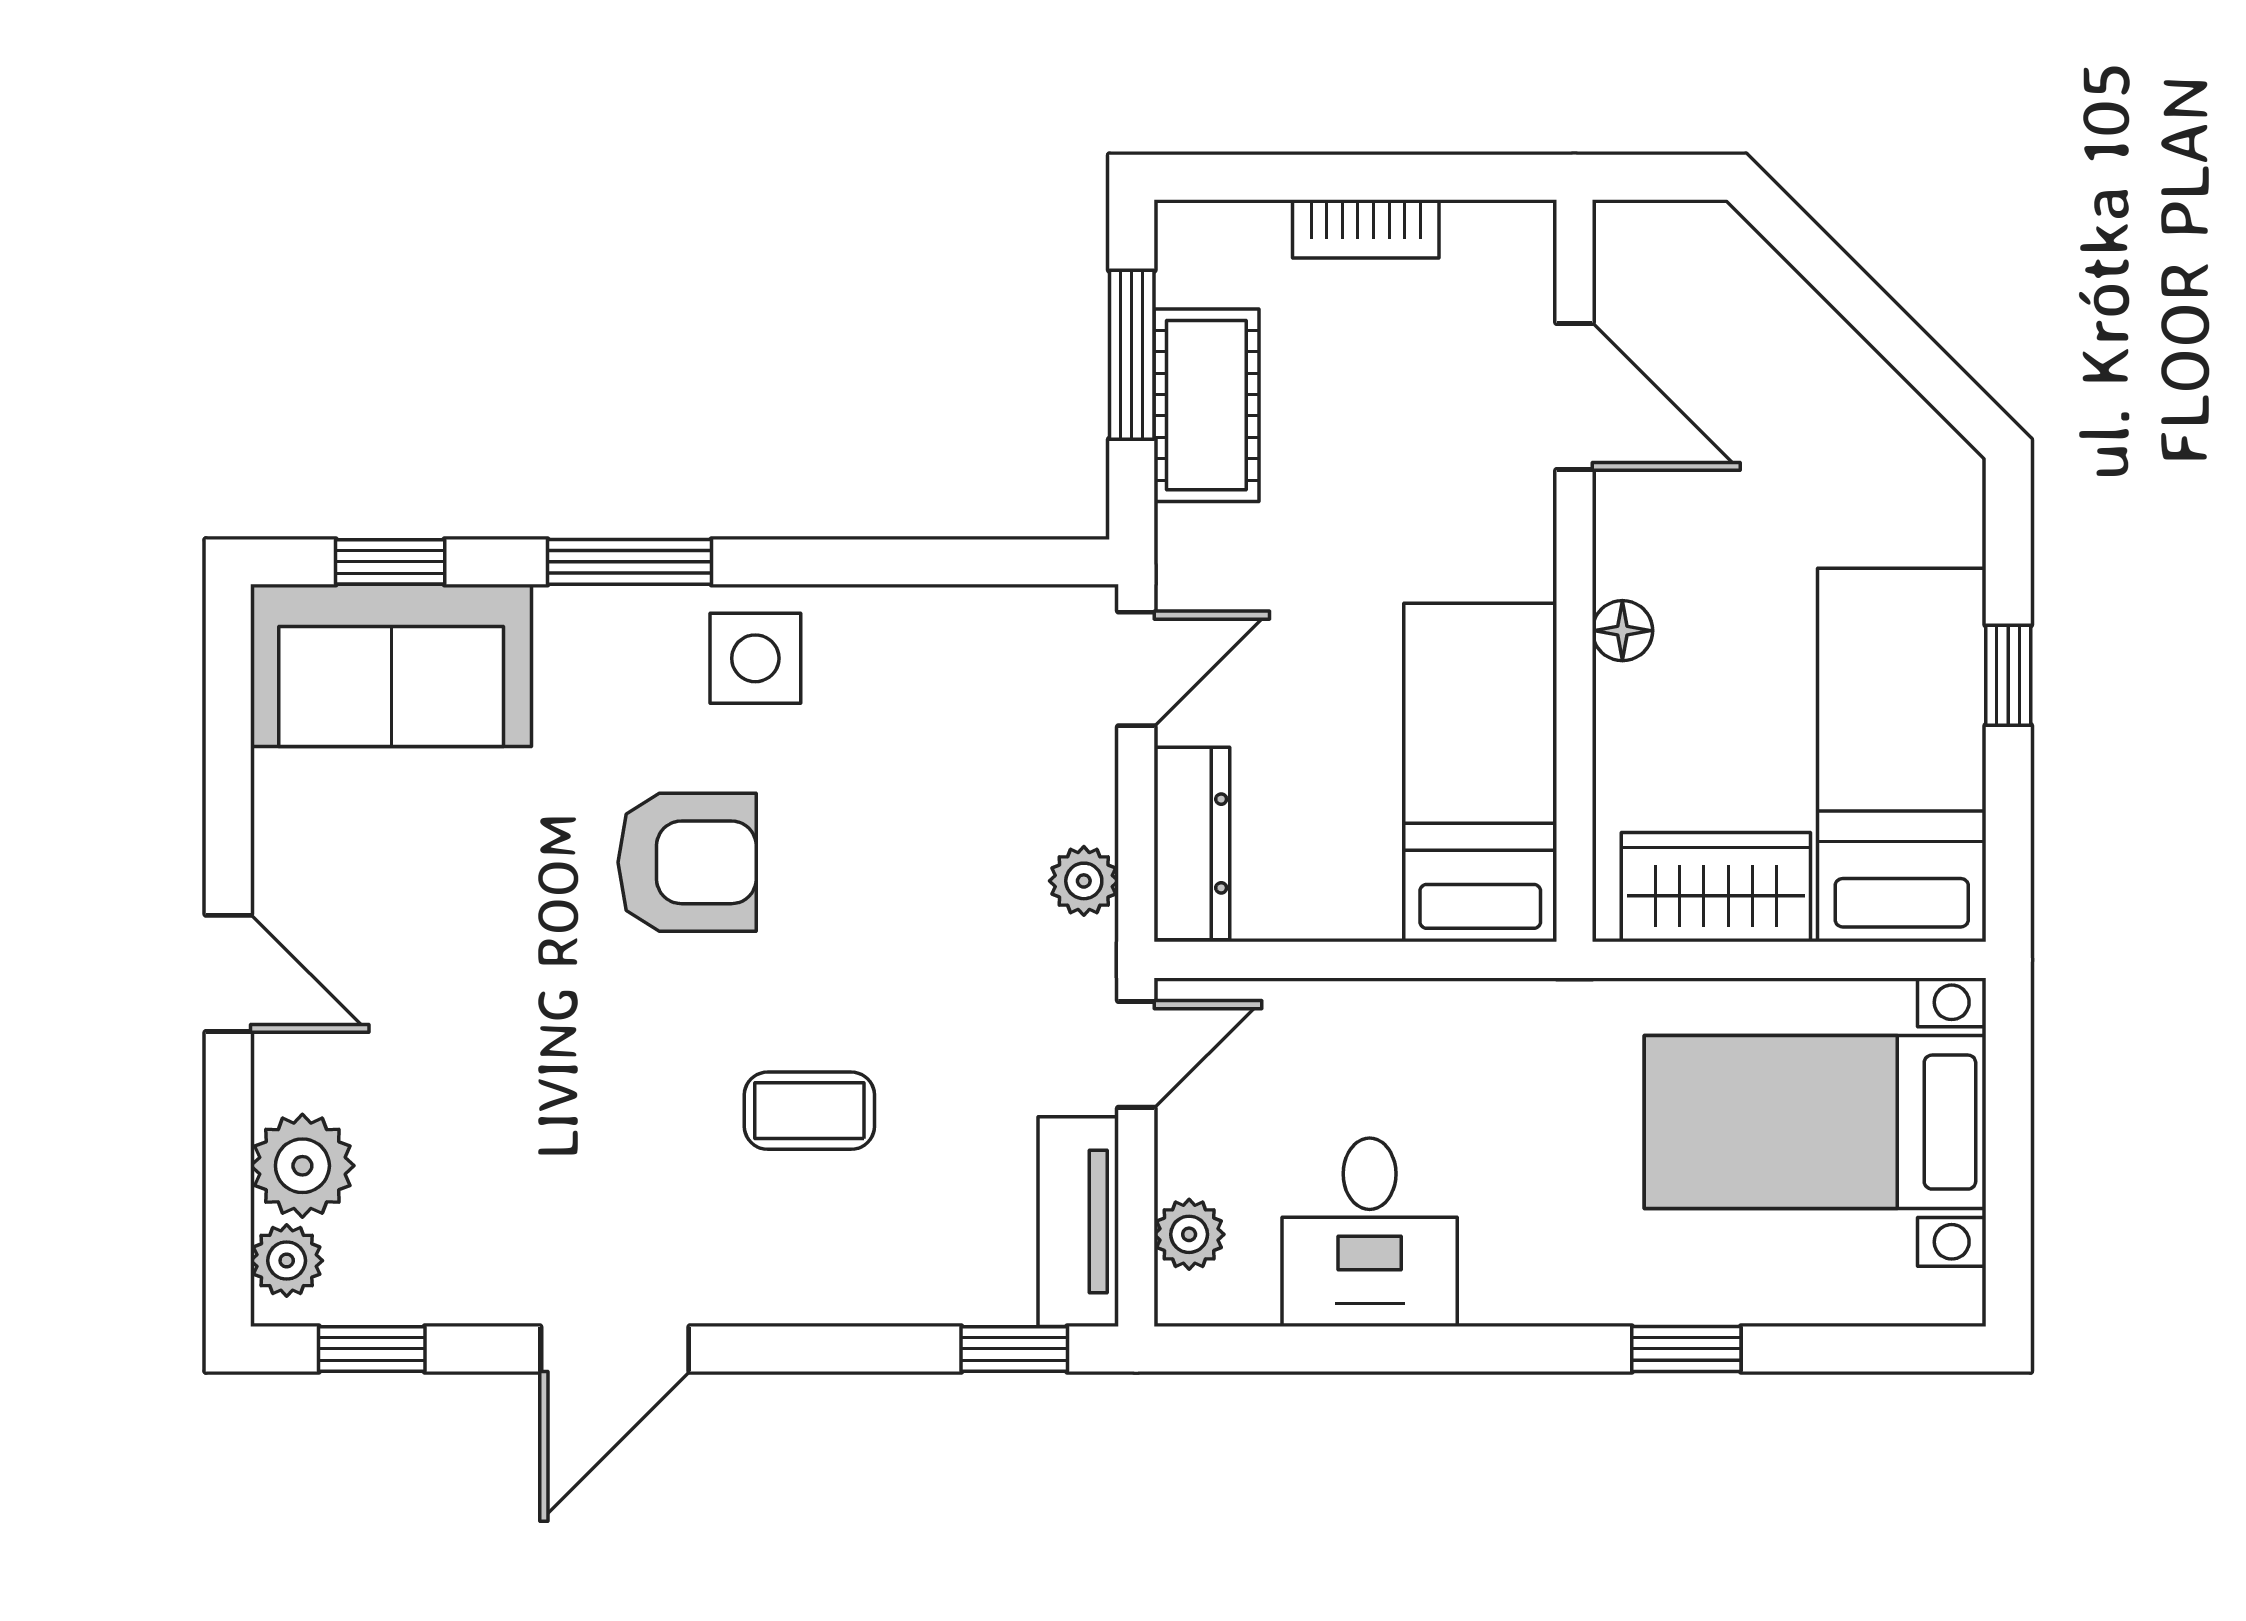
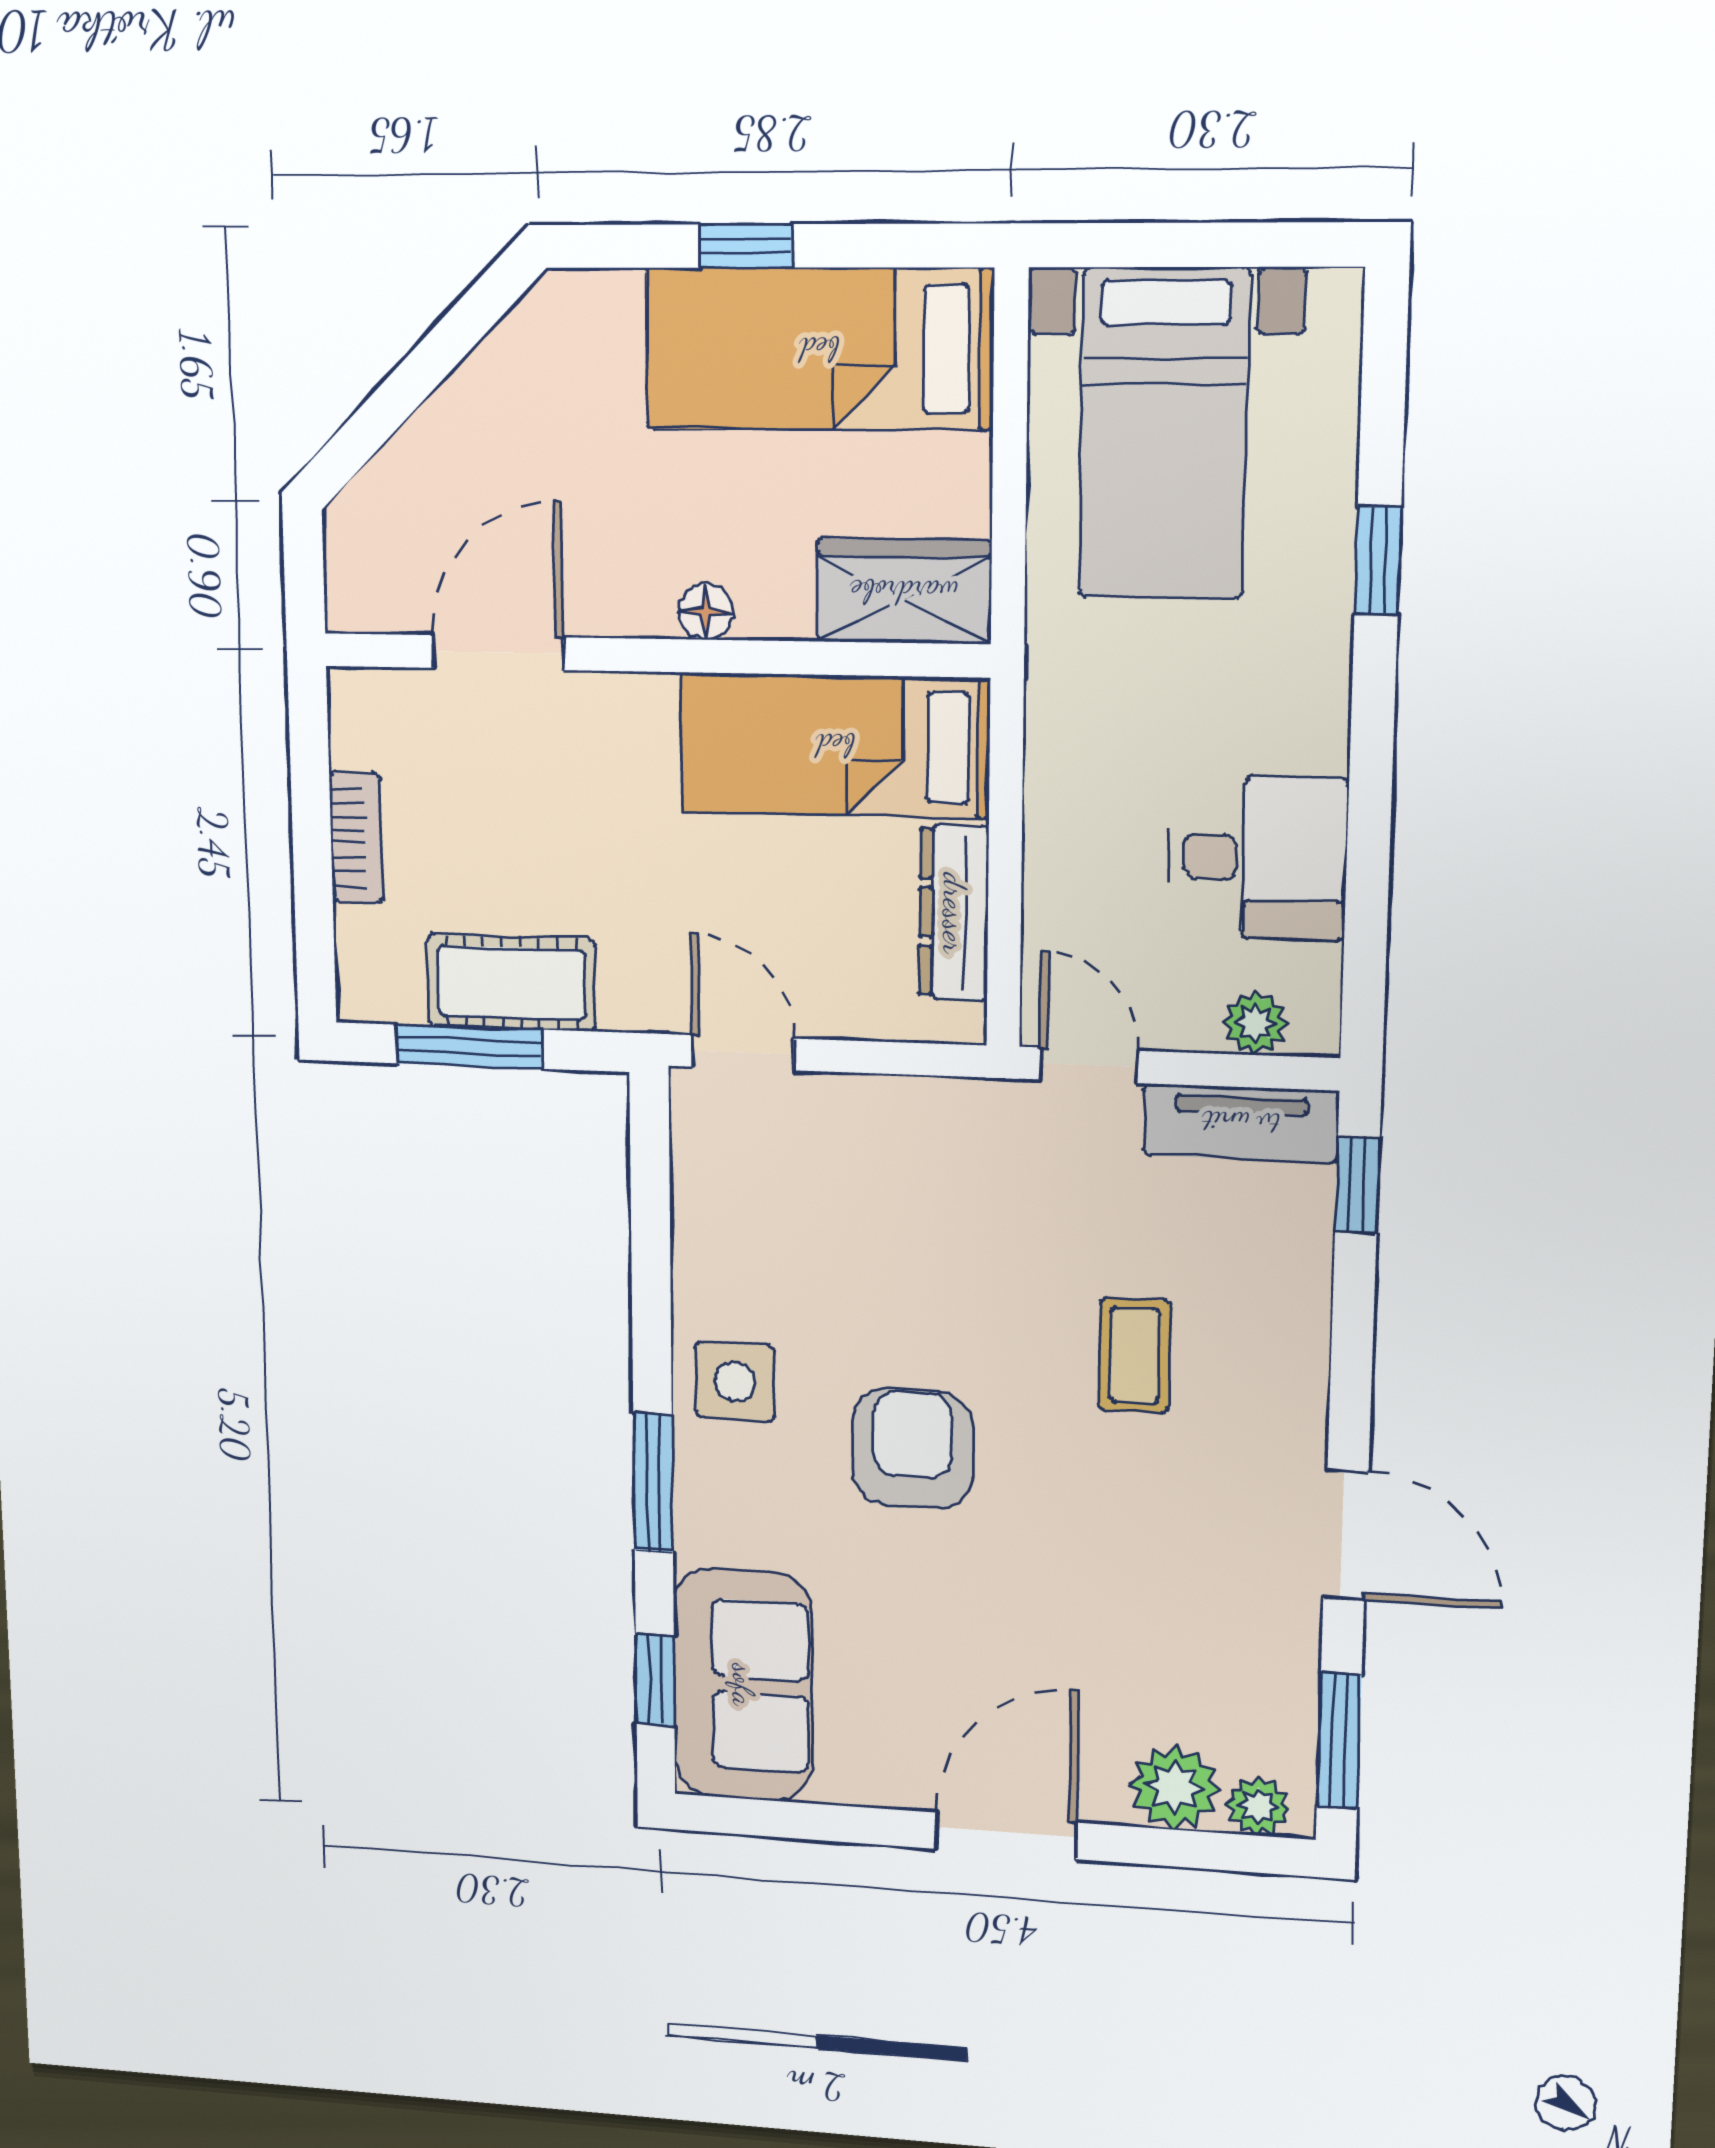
dresser: (1192, 843) -> (954, 913), moved, turned -90
plant: (1084, 881) -> (931, 1106), removed
wardrobe: (1716, 887) -> (904, 592), moved, turned 90
door: (228, 973) -> (1006, 1836), width x1.38
window: (372, 1349) -> (1339, 1741), width x1.50

